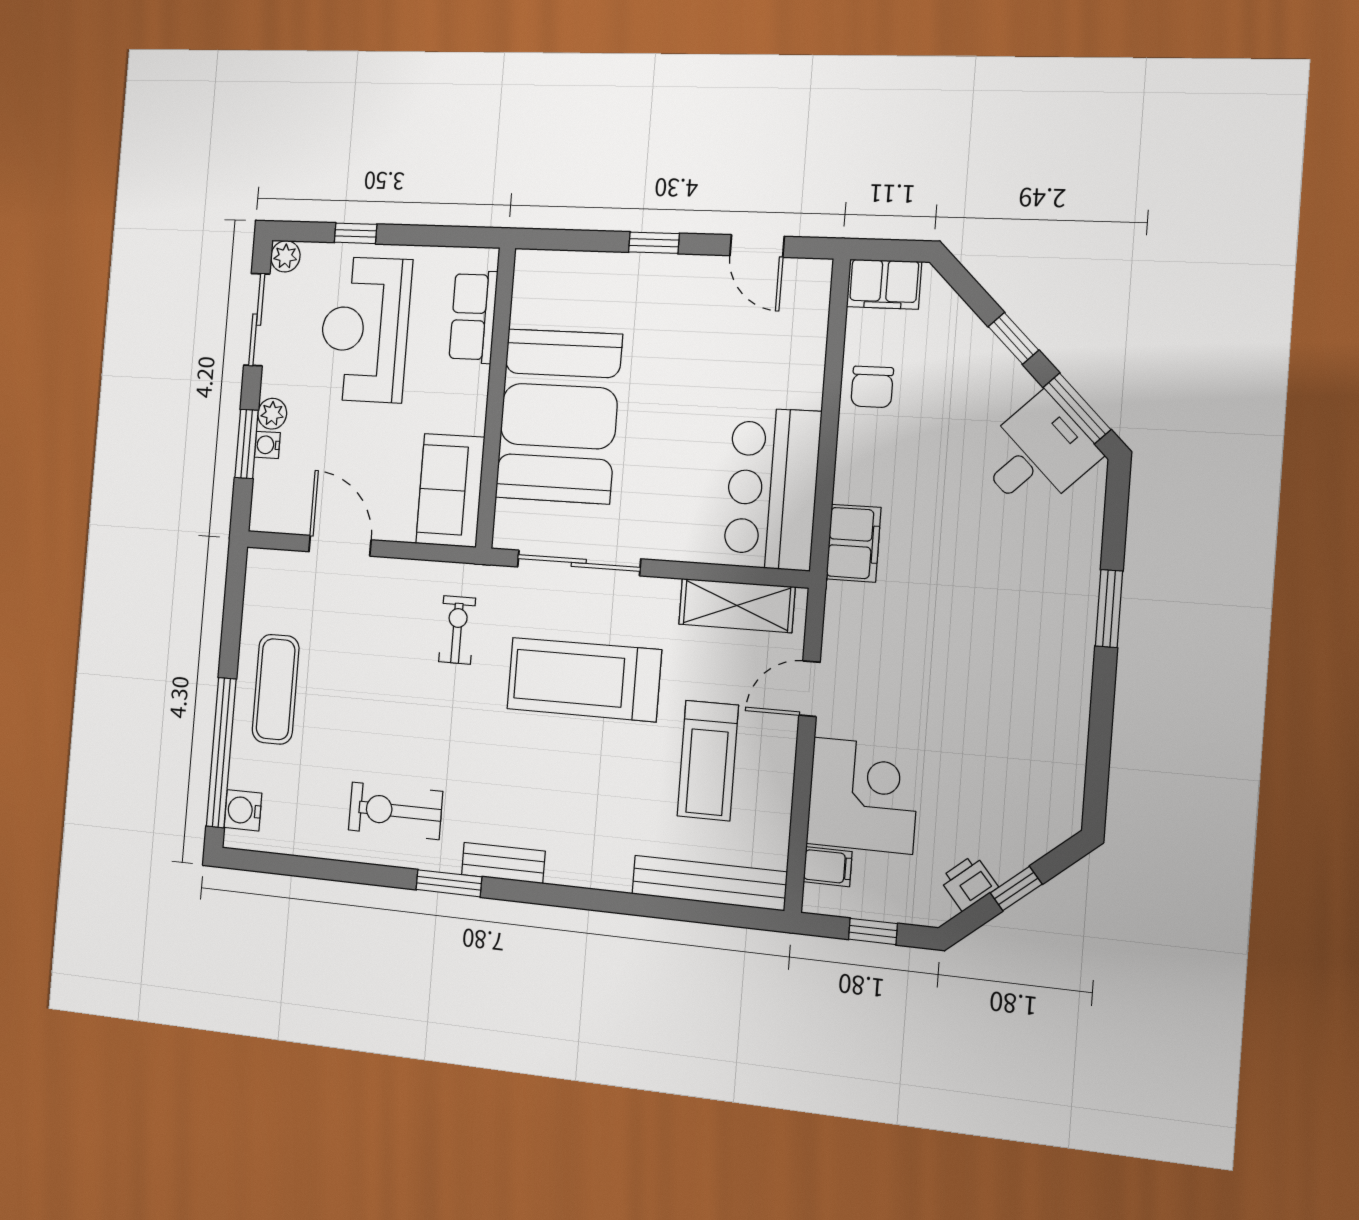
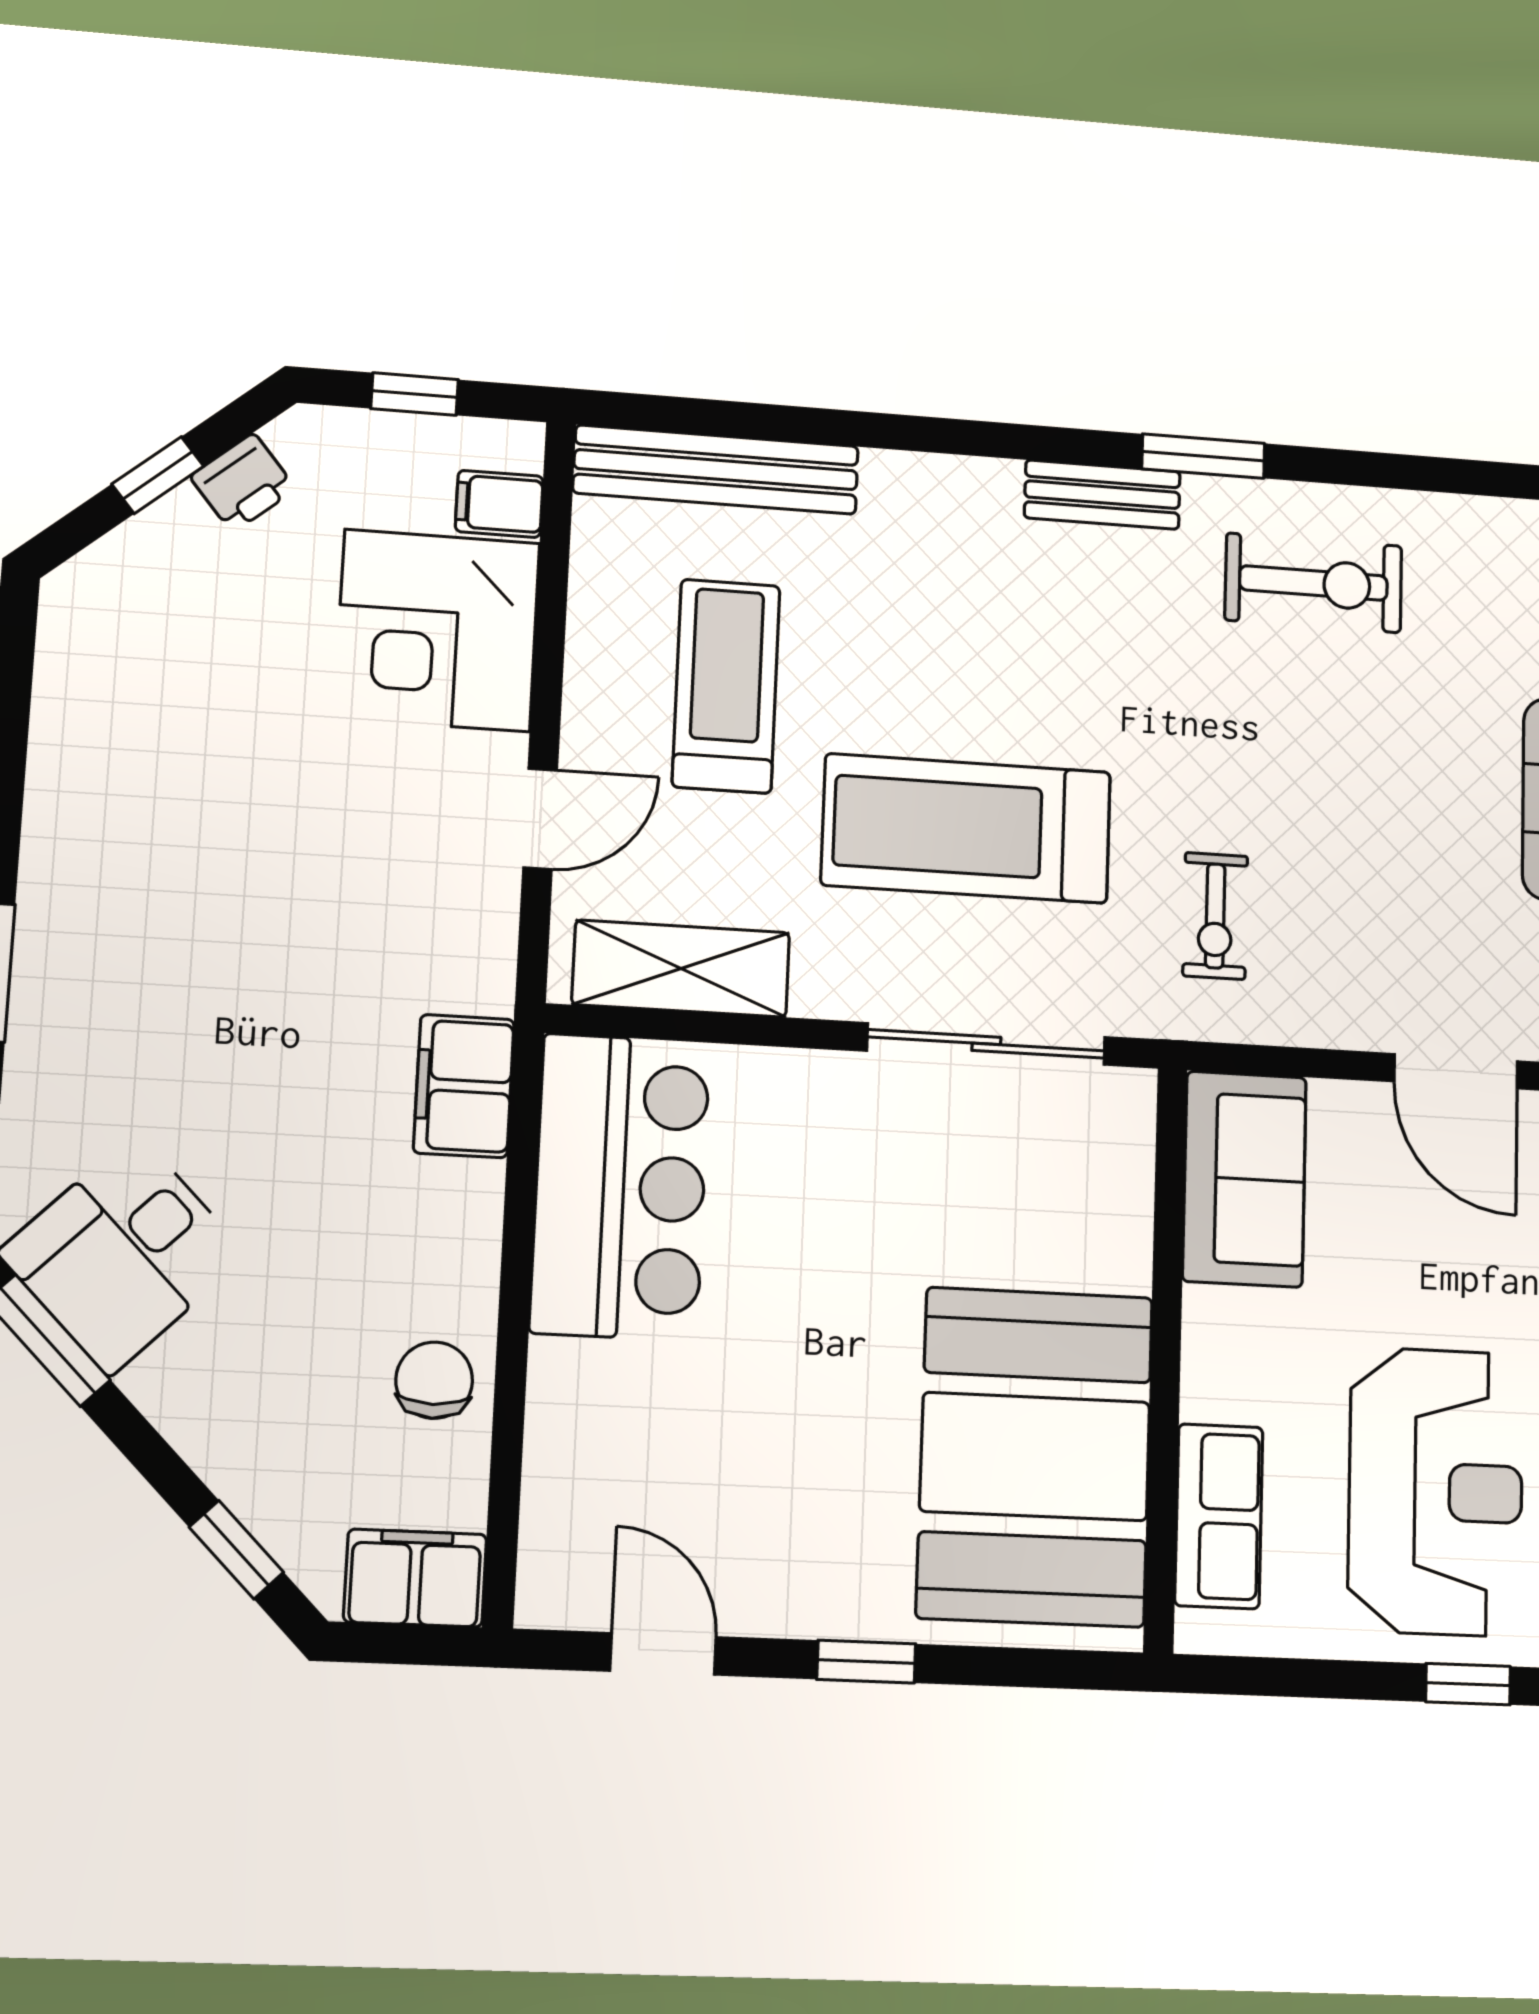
window: (1013, 338) -> (236, 1550), moved
booth: (559, 416) -> (1035, 1457), moved
treadmill: (584, 679) -> (966, 828), turned 180

